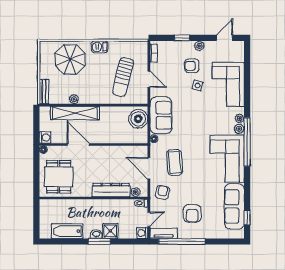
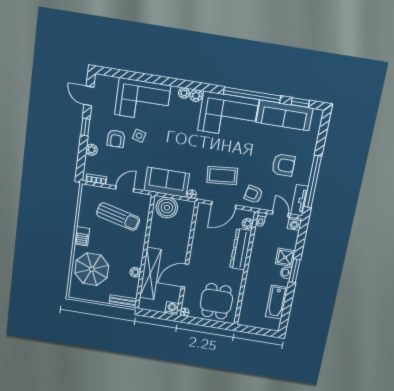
window: (182, 38) -> (85, 127), moved
plant: (199, 46) -> (92, 150), moved
window: (247, 142) -> (252, 95), moved
dining table: (59, 177) -> (216, 301), turned 90

